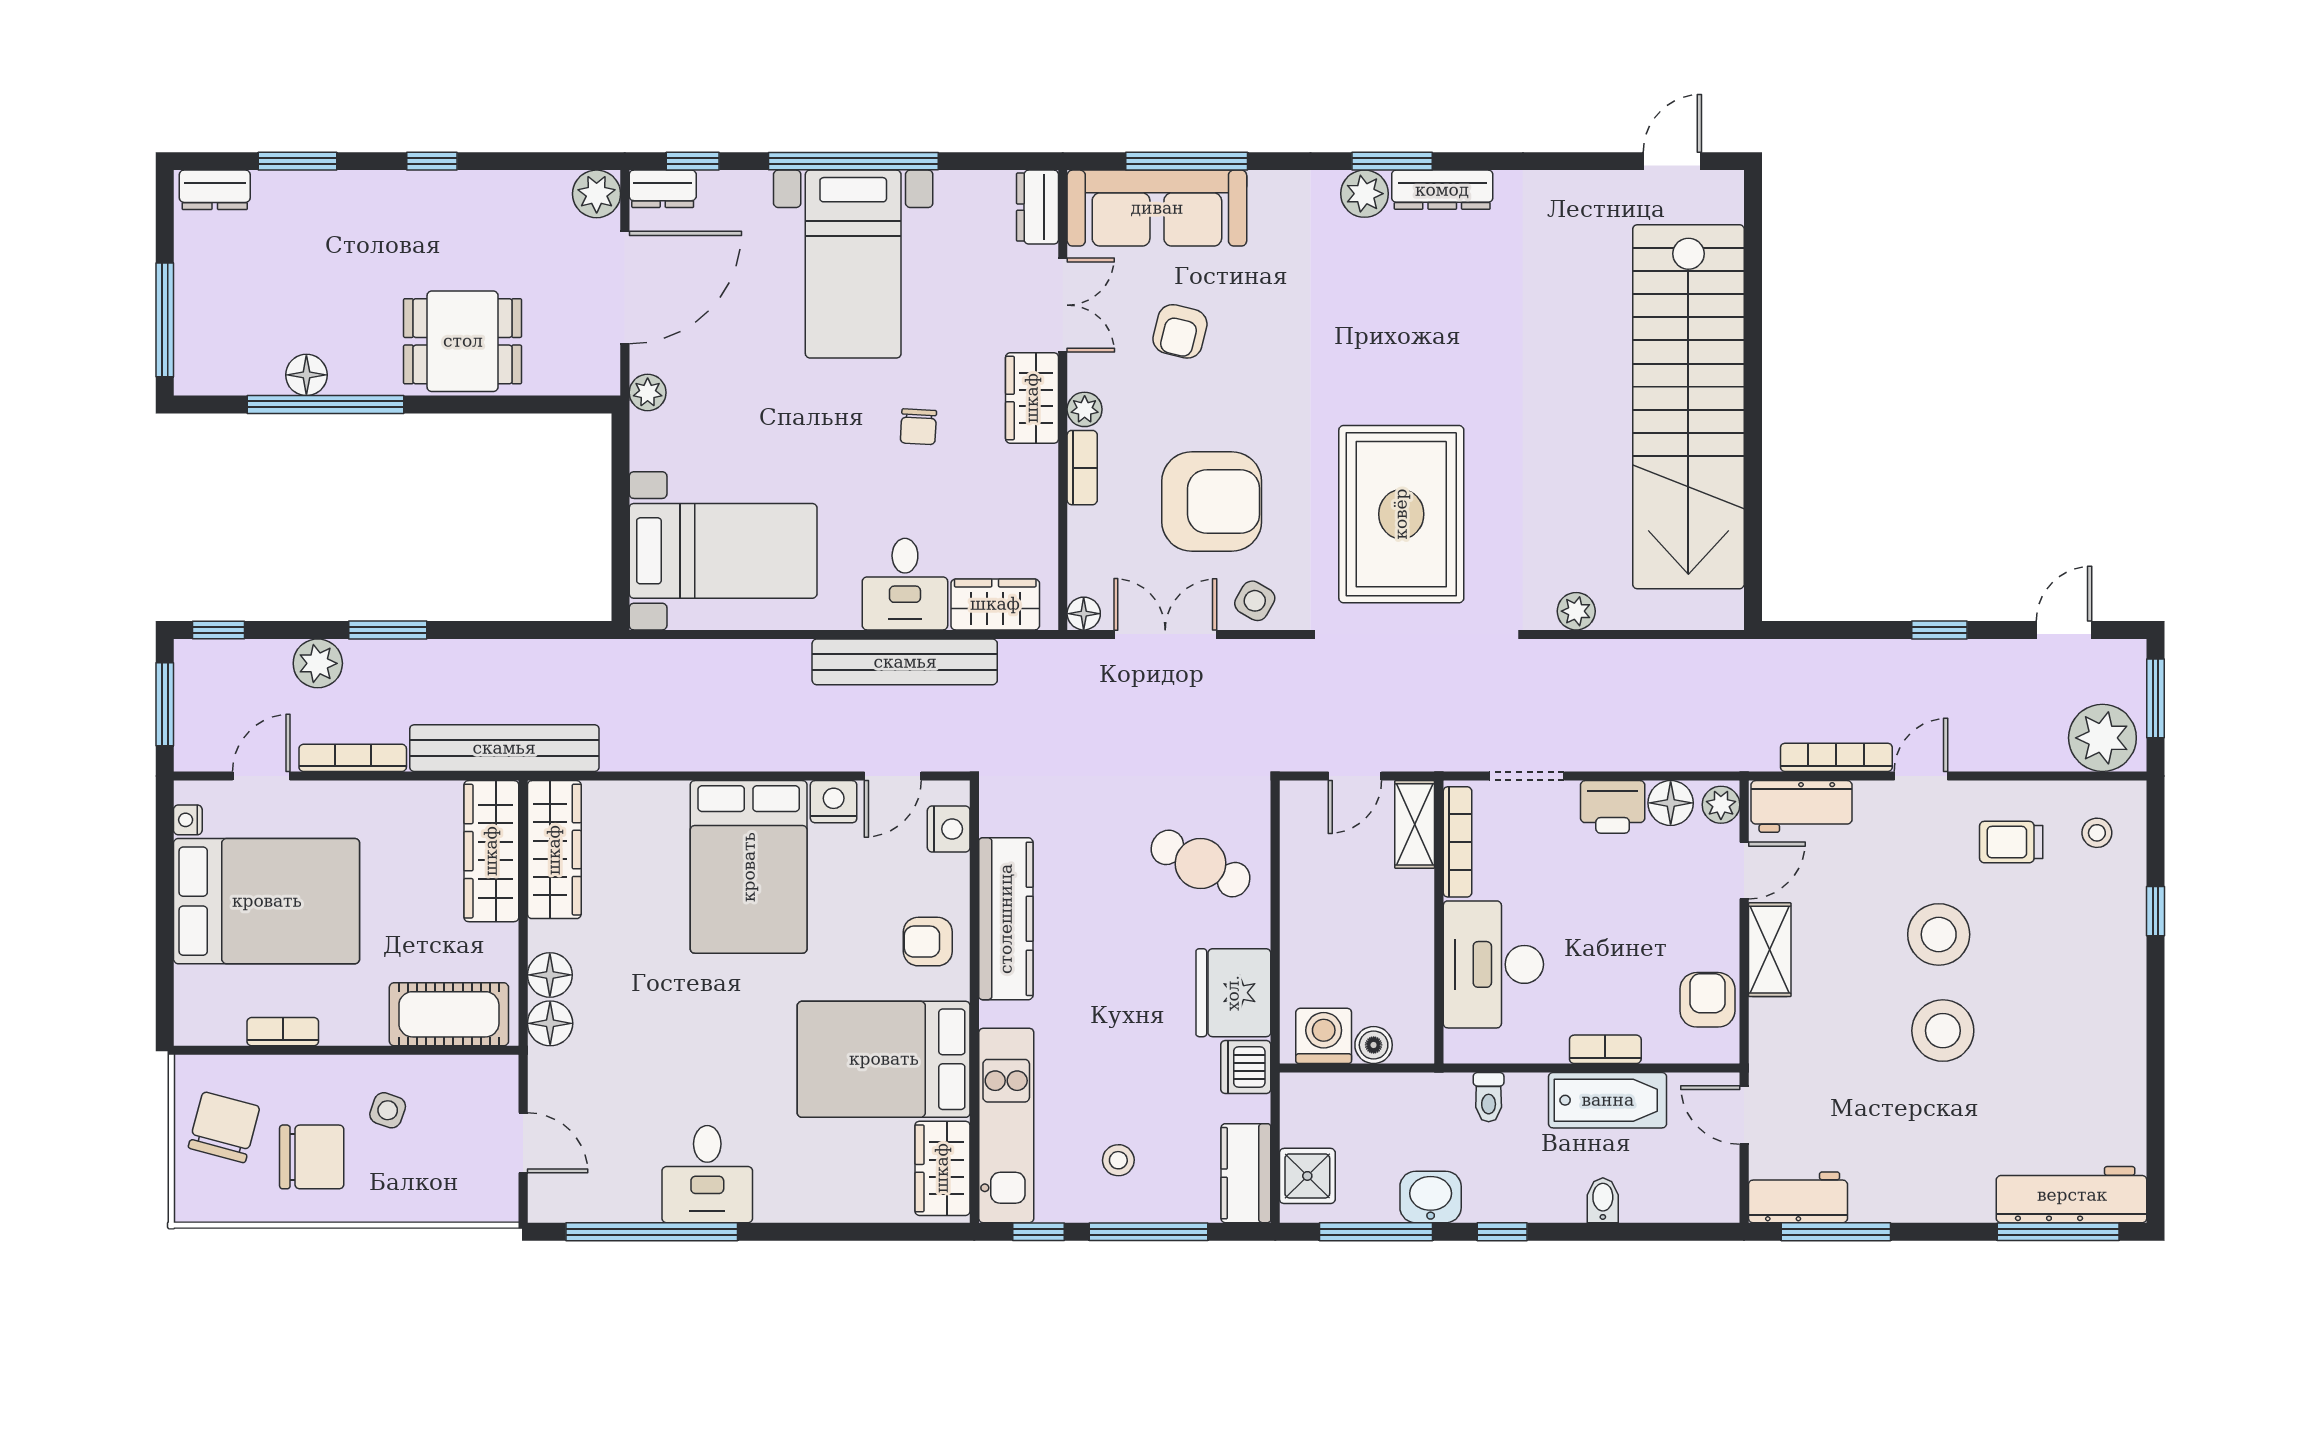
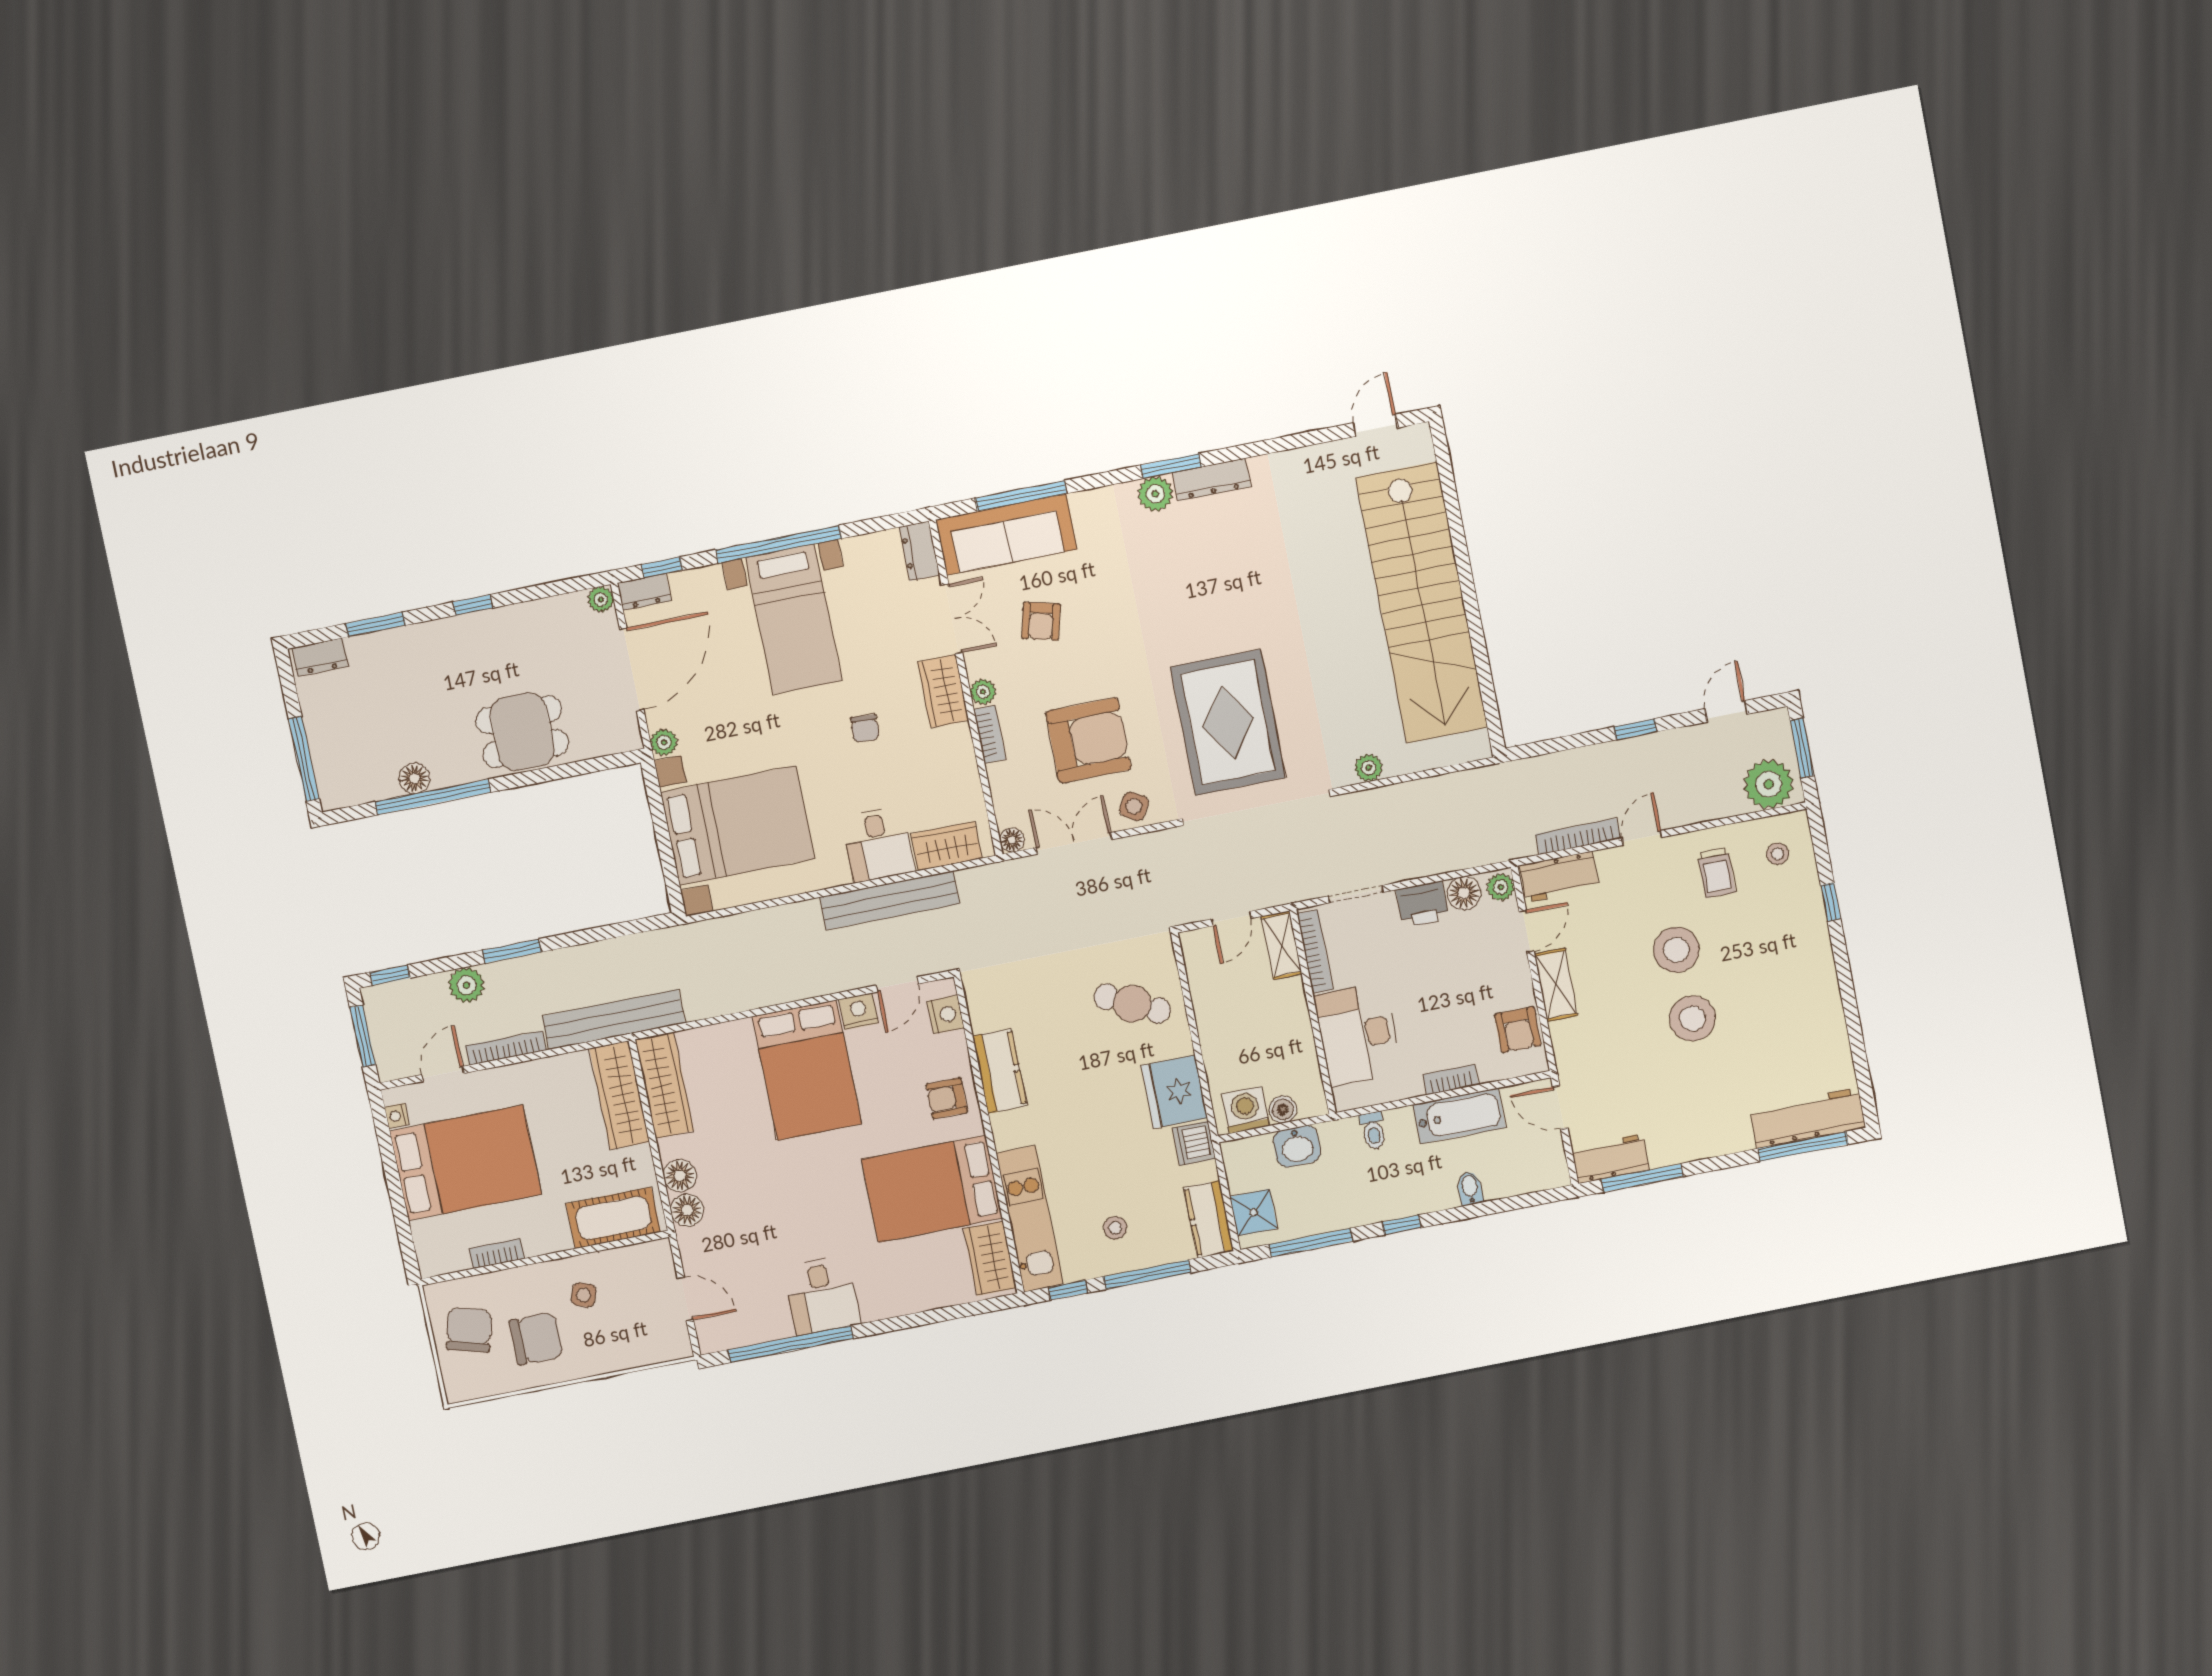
plant: (597, 194) -> (601, 599), width x0.73, depth x0.73
bed with nightstands: (723, 551) -> (738, 825), width x1.36
trolley: (2011, 842) -> (1716, 873), turned -90
kitchen counter: (1006, 919) -> (1000, 1071), width x0.67
armchair: (1707, 1000) -> (1518, 1030), turned 180
washbasin: (1431, 1197) -> (1297, 1146), moved, turned 180

